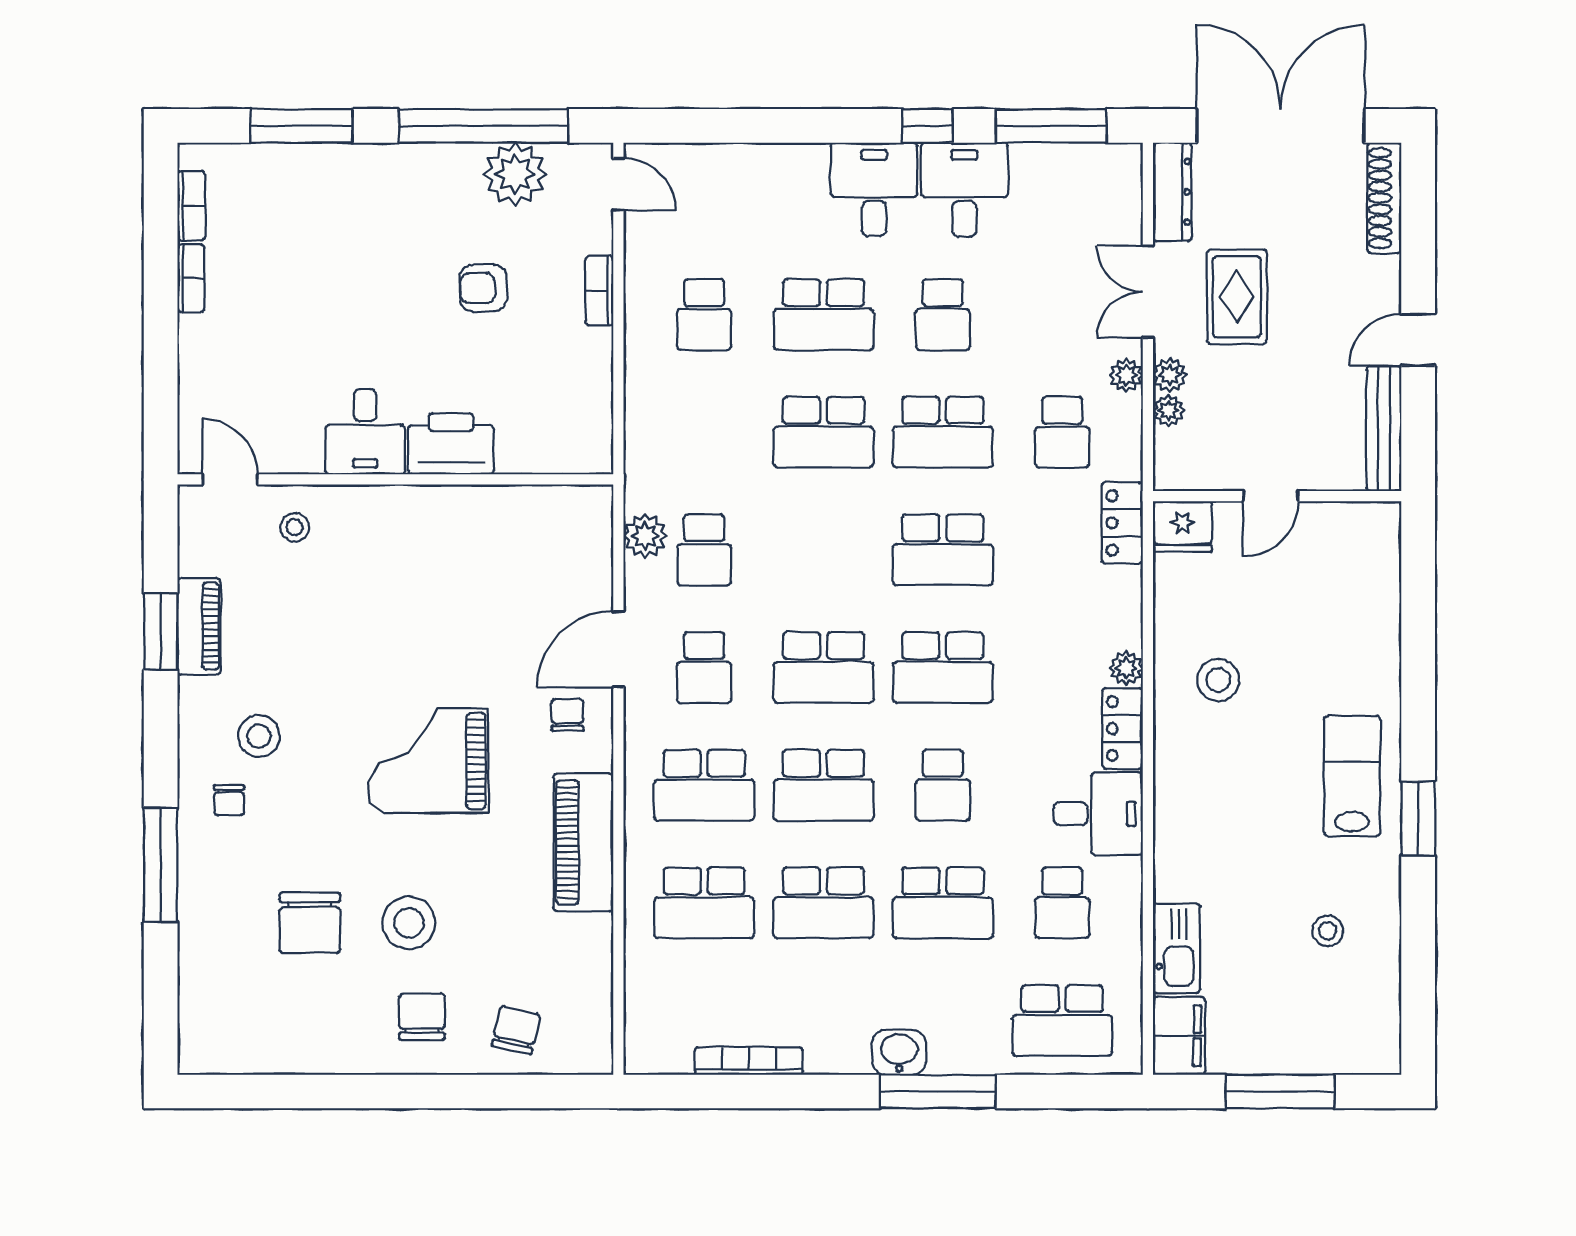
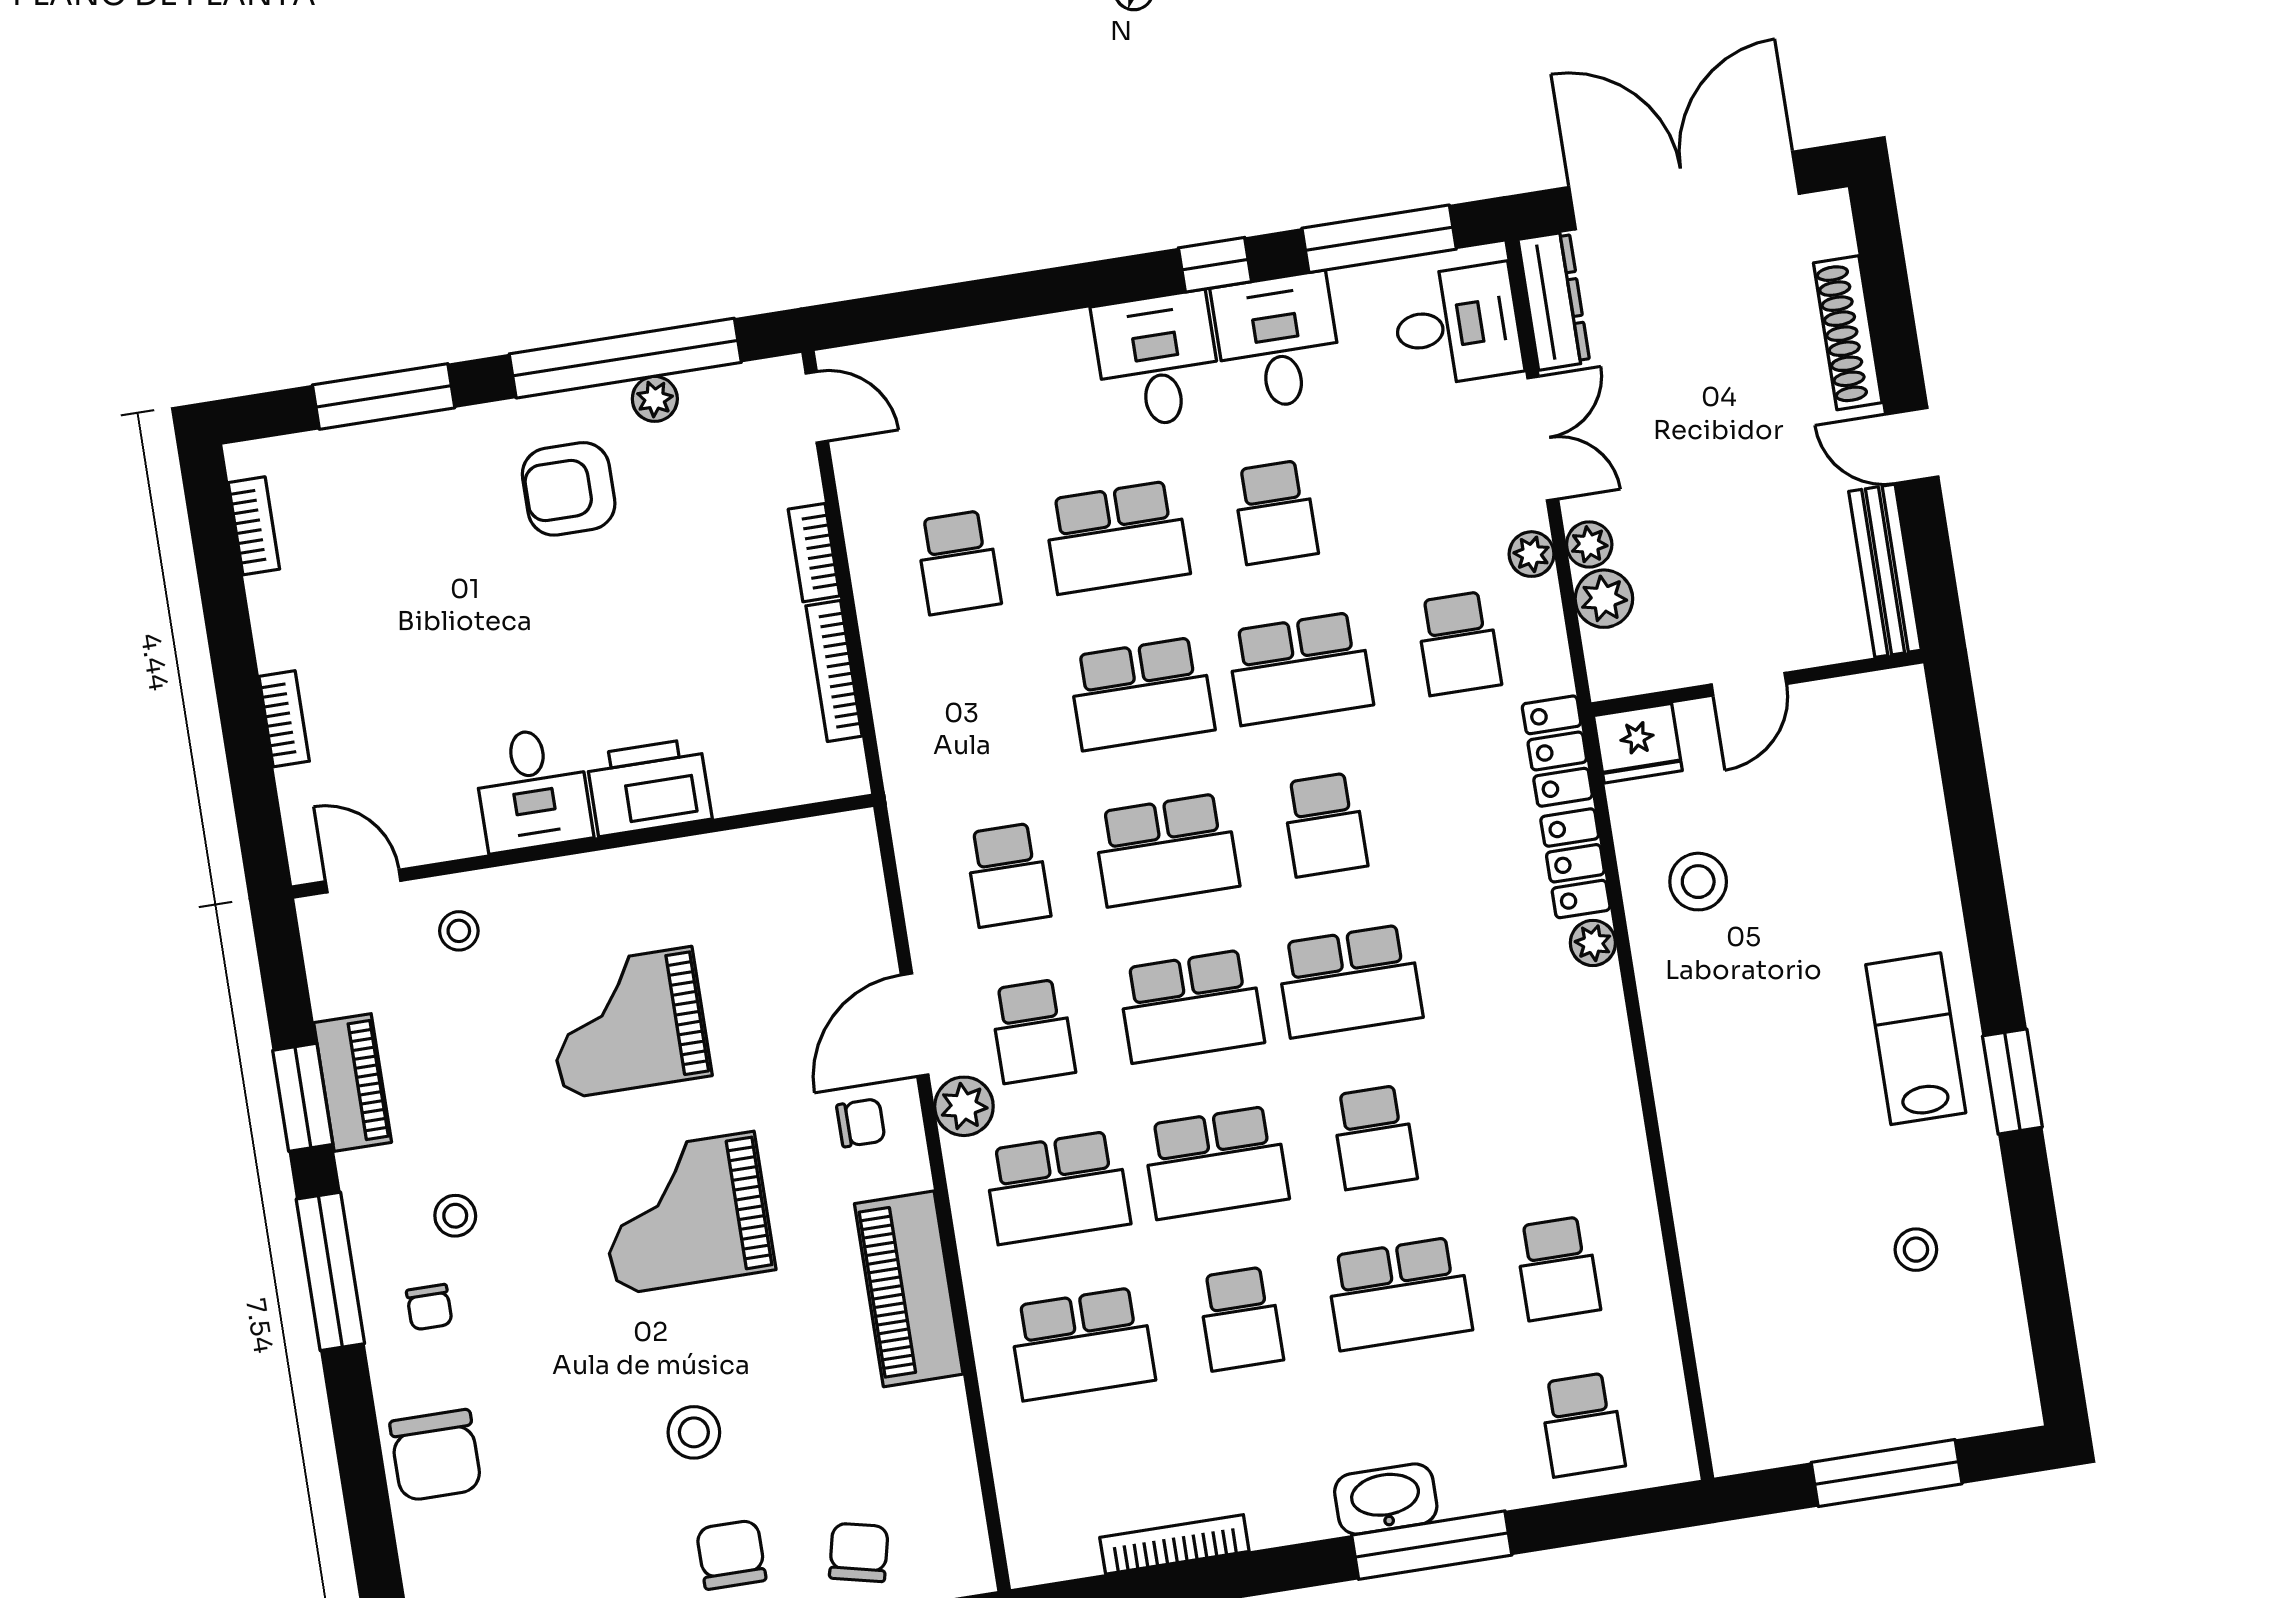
plant: (515, 174) -> (655, 399), width x0.53, depth x0.53
shoe rack: (1384, 198) -> (1848, 333), moved
bookcase: (191, 278) -> (284, 719), moved
armchair: (483, 288) -> (569, 489), moved, width x1.38, depth x1.38
double door: (1148, 292) -> (1543, 438), swing flipped
rug: (1237, 297) -> (1662, 427), removed
door: (1418, 340) -> (1912, 446), hinge flipped
bookcase: (600, 380) -> (834, 671), added
plant: (1168, 411) -> (1604, 599), width x1.38, depth x1.38
plant: (645, 536) -> (964, 1106), moved
school desk: (823, 550) -> (1166, 850), added
school desk: (943, 550) -> (1325, 825), width x0.54
grand piano: (408, 614) -> (627, 1023), added
stool: (1218, 680) -> (1698, 882), moved
chair: (567, 715) -> (861, 1123), turned 90
locker: (1122, 729) -> (1575, 863), moved
stool: (259, 736) -> (455, 1216), width x0.73, depth x0.73
desk: (1098, 814) -> (1457, 325), moved
window: (161, 865) -> (330, 1271), moved
school desk: (823, 903) -> (1240, 1319), width x0.54
chair: (310, 923) -> (436, 1455), moved
stool: (409, 923) -> (694, 1432), width x0.73, depth x0.73
kitchen sink: (1177, 948) -> (1719, 1305), removed
school desk: (1062, 1021) -> (1582, 1425), width x0.54
filing cabinet: (1179, 1036) -> (1741, 1420), removed
washbasin: (899, 1052) -> (1386, 1499), width x1.38

